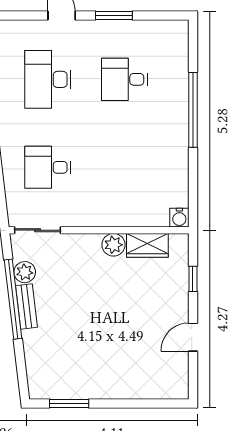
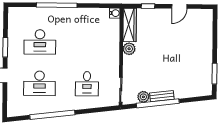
desk: (124, 79) -> (40, 42), width x1.37
wardrobe: (147, 245) -> (130, 25), width x1.50
door: (193, 337) -> (179, 6), hinge flipped

